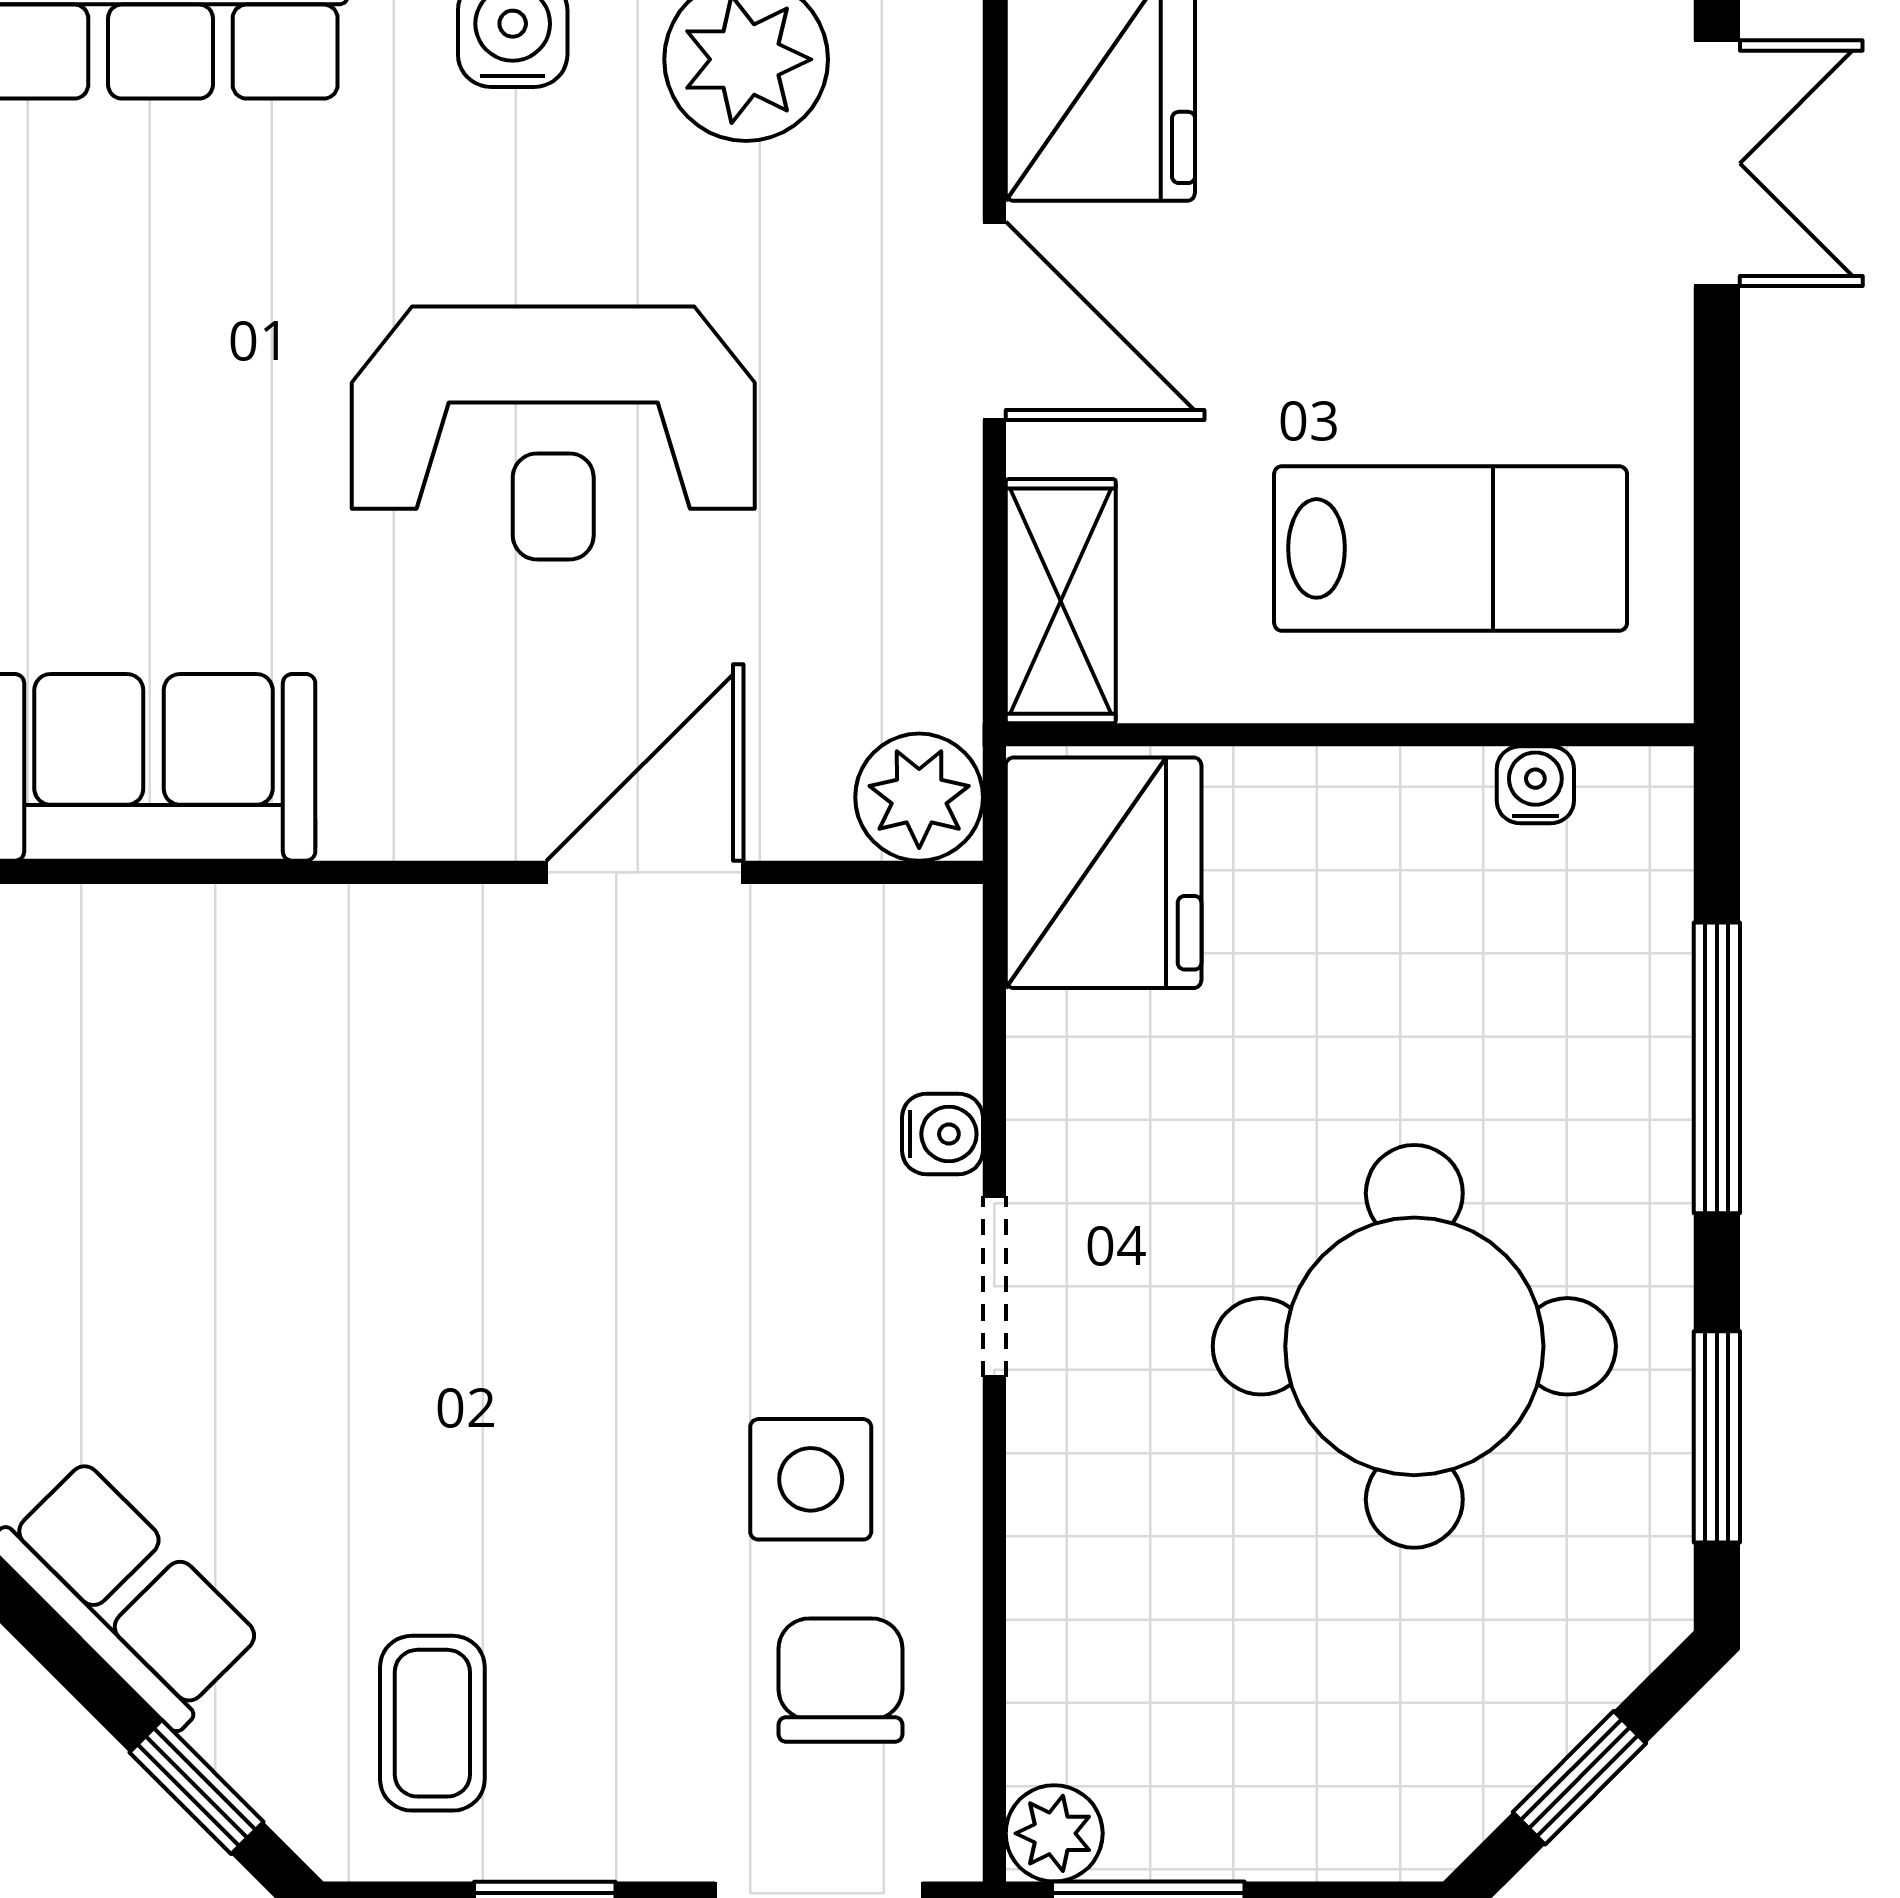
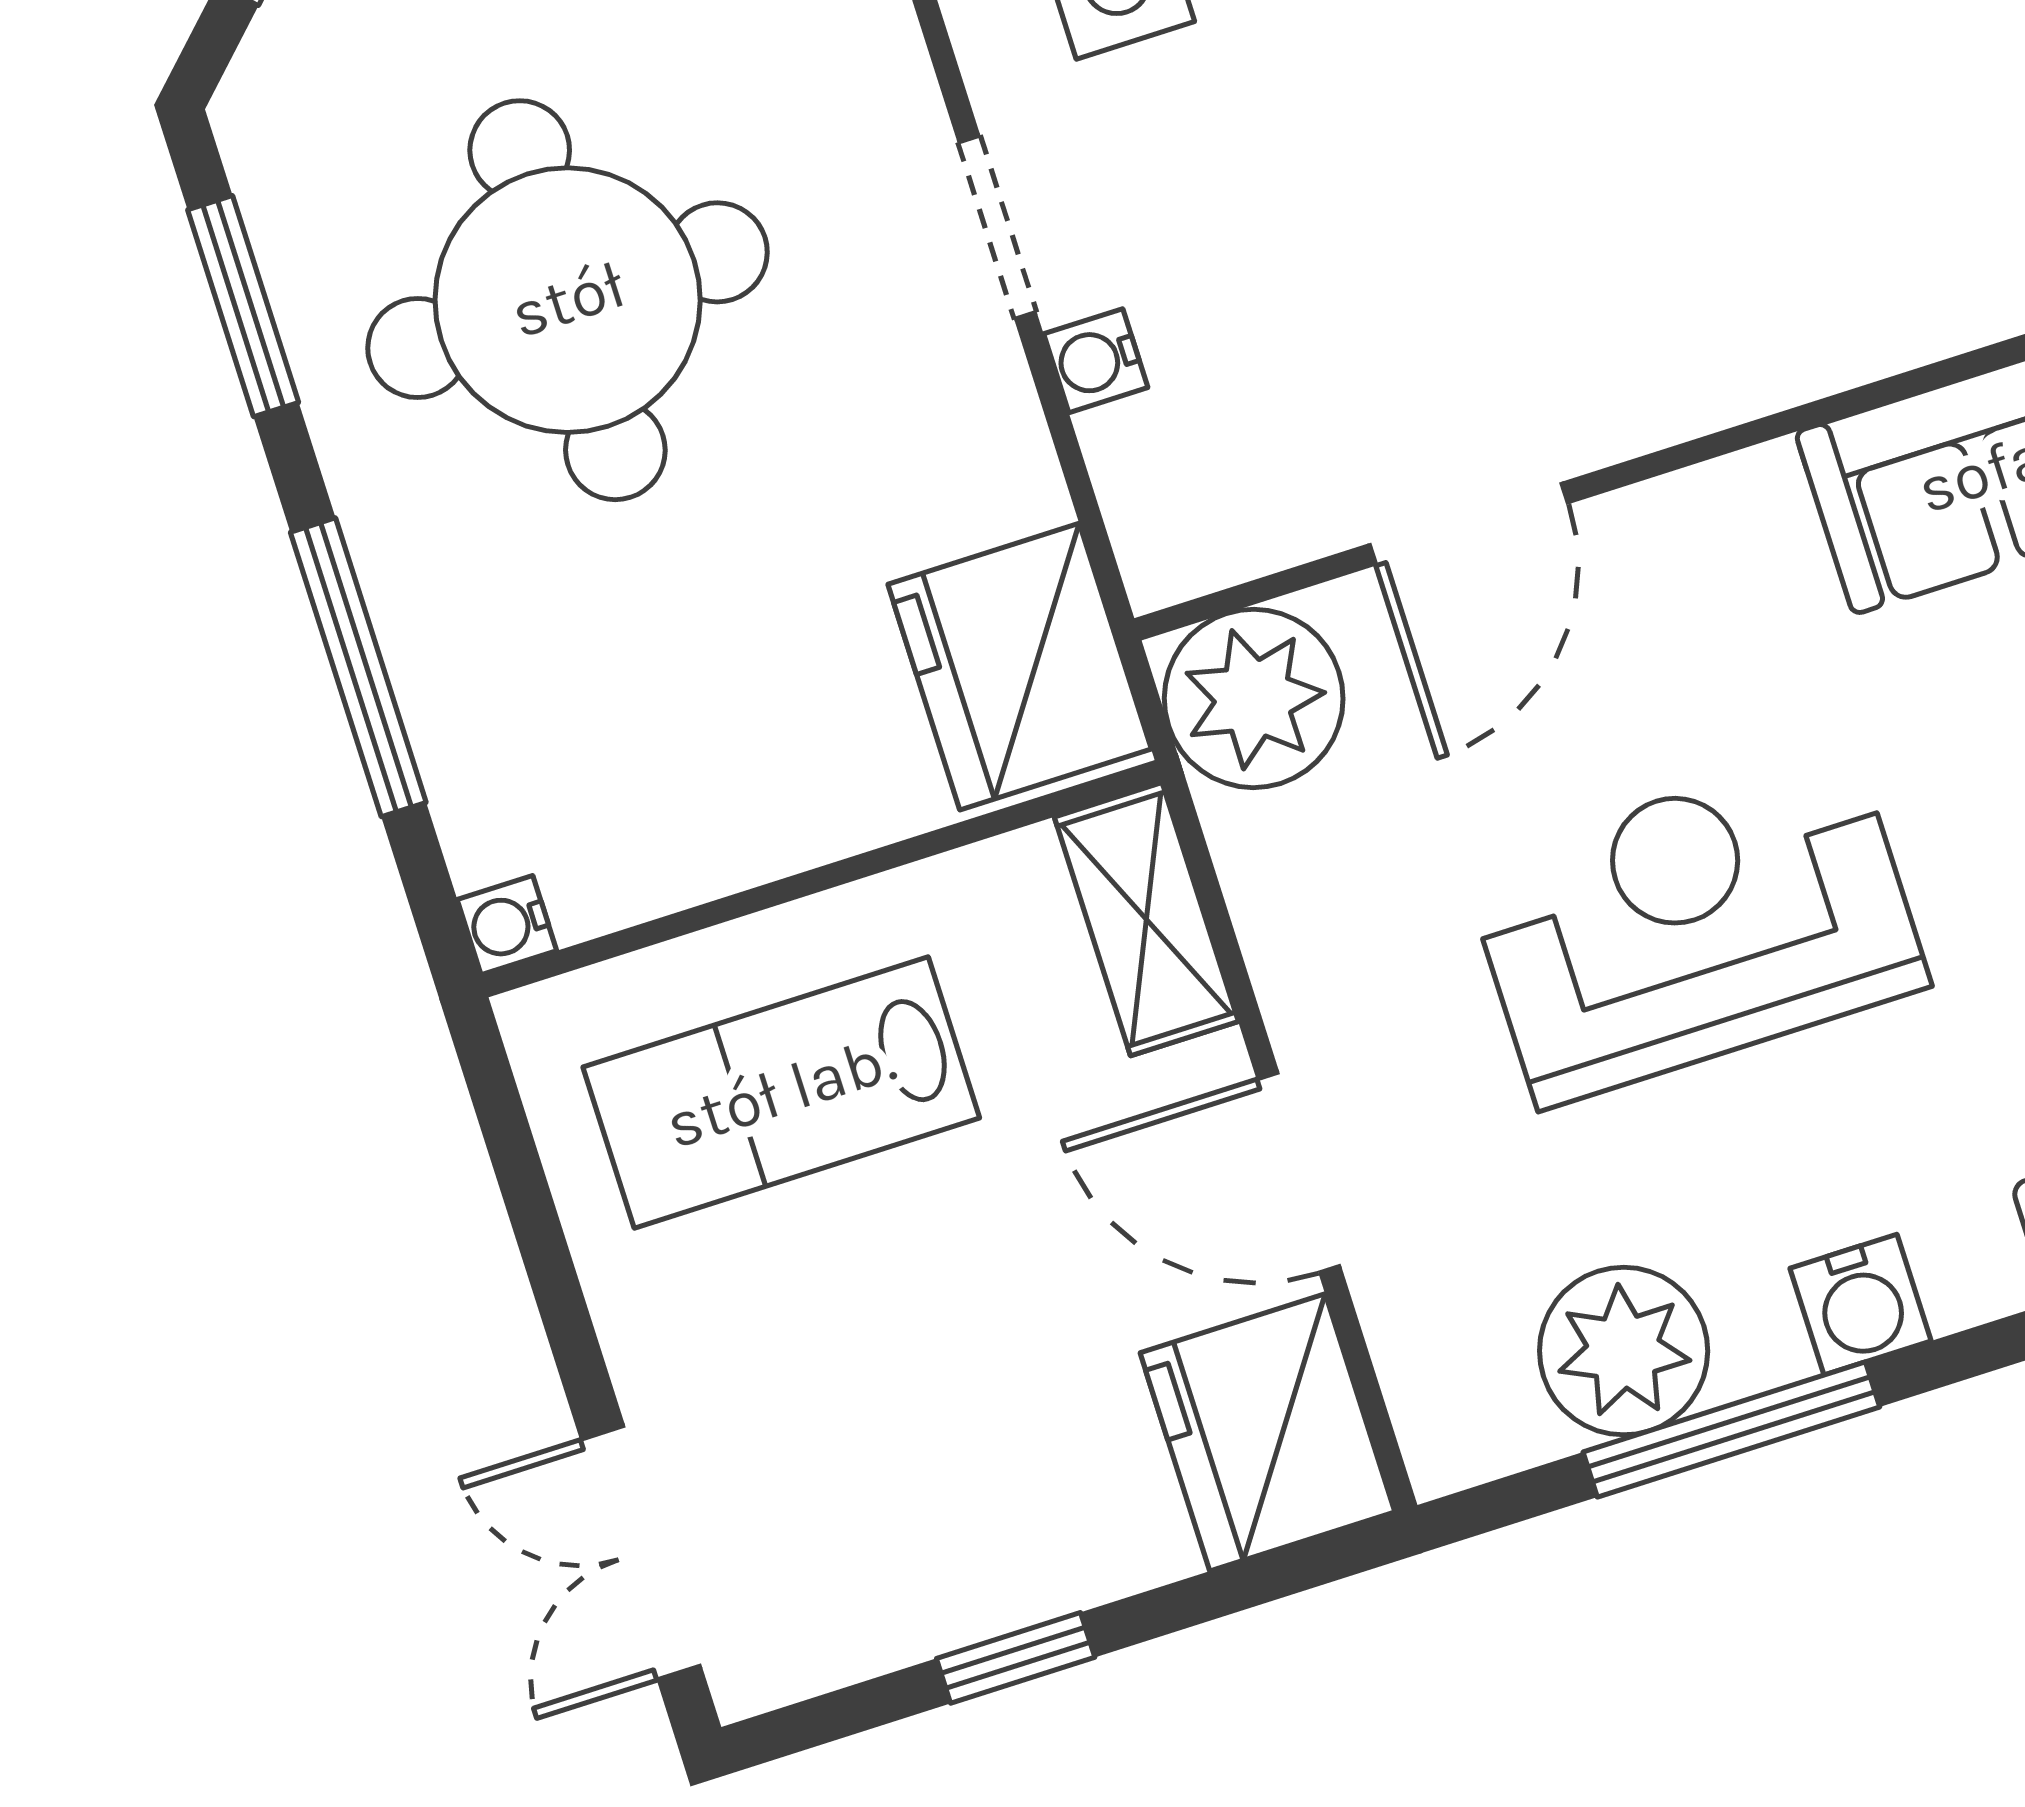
water cooler: (1535, 785) -> (507, 925), moved, turned 90
plant: (919, 797) -> (1254, 698), width x1.36, depth x1.36

